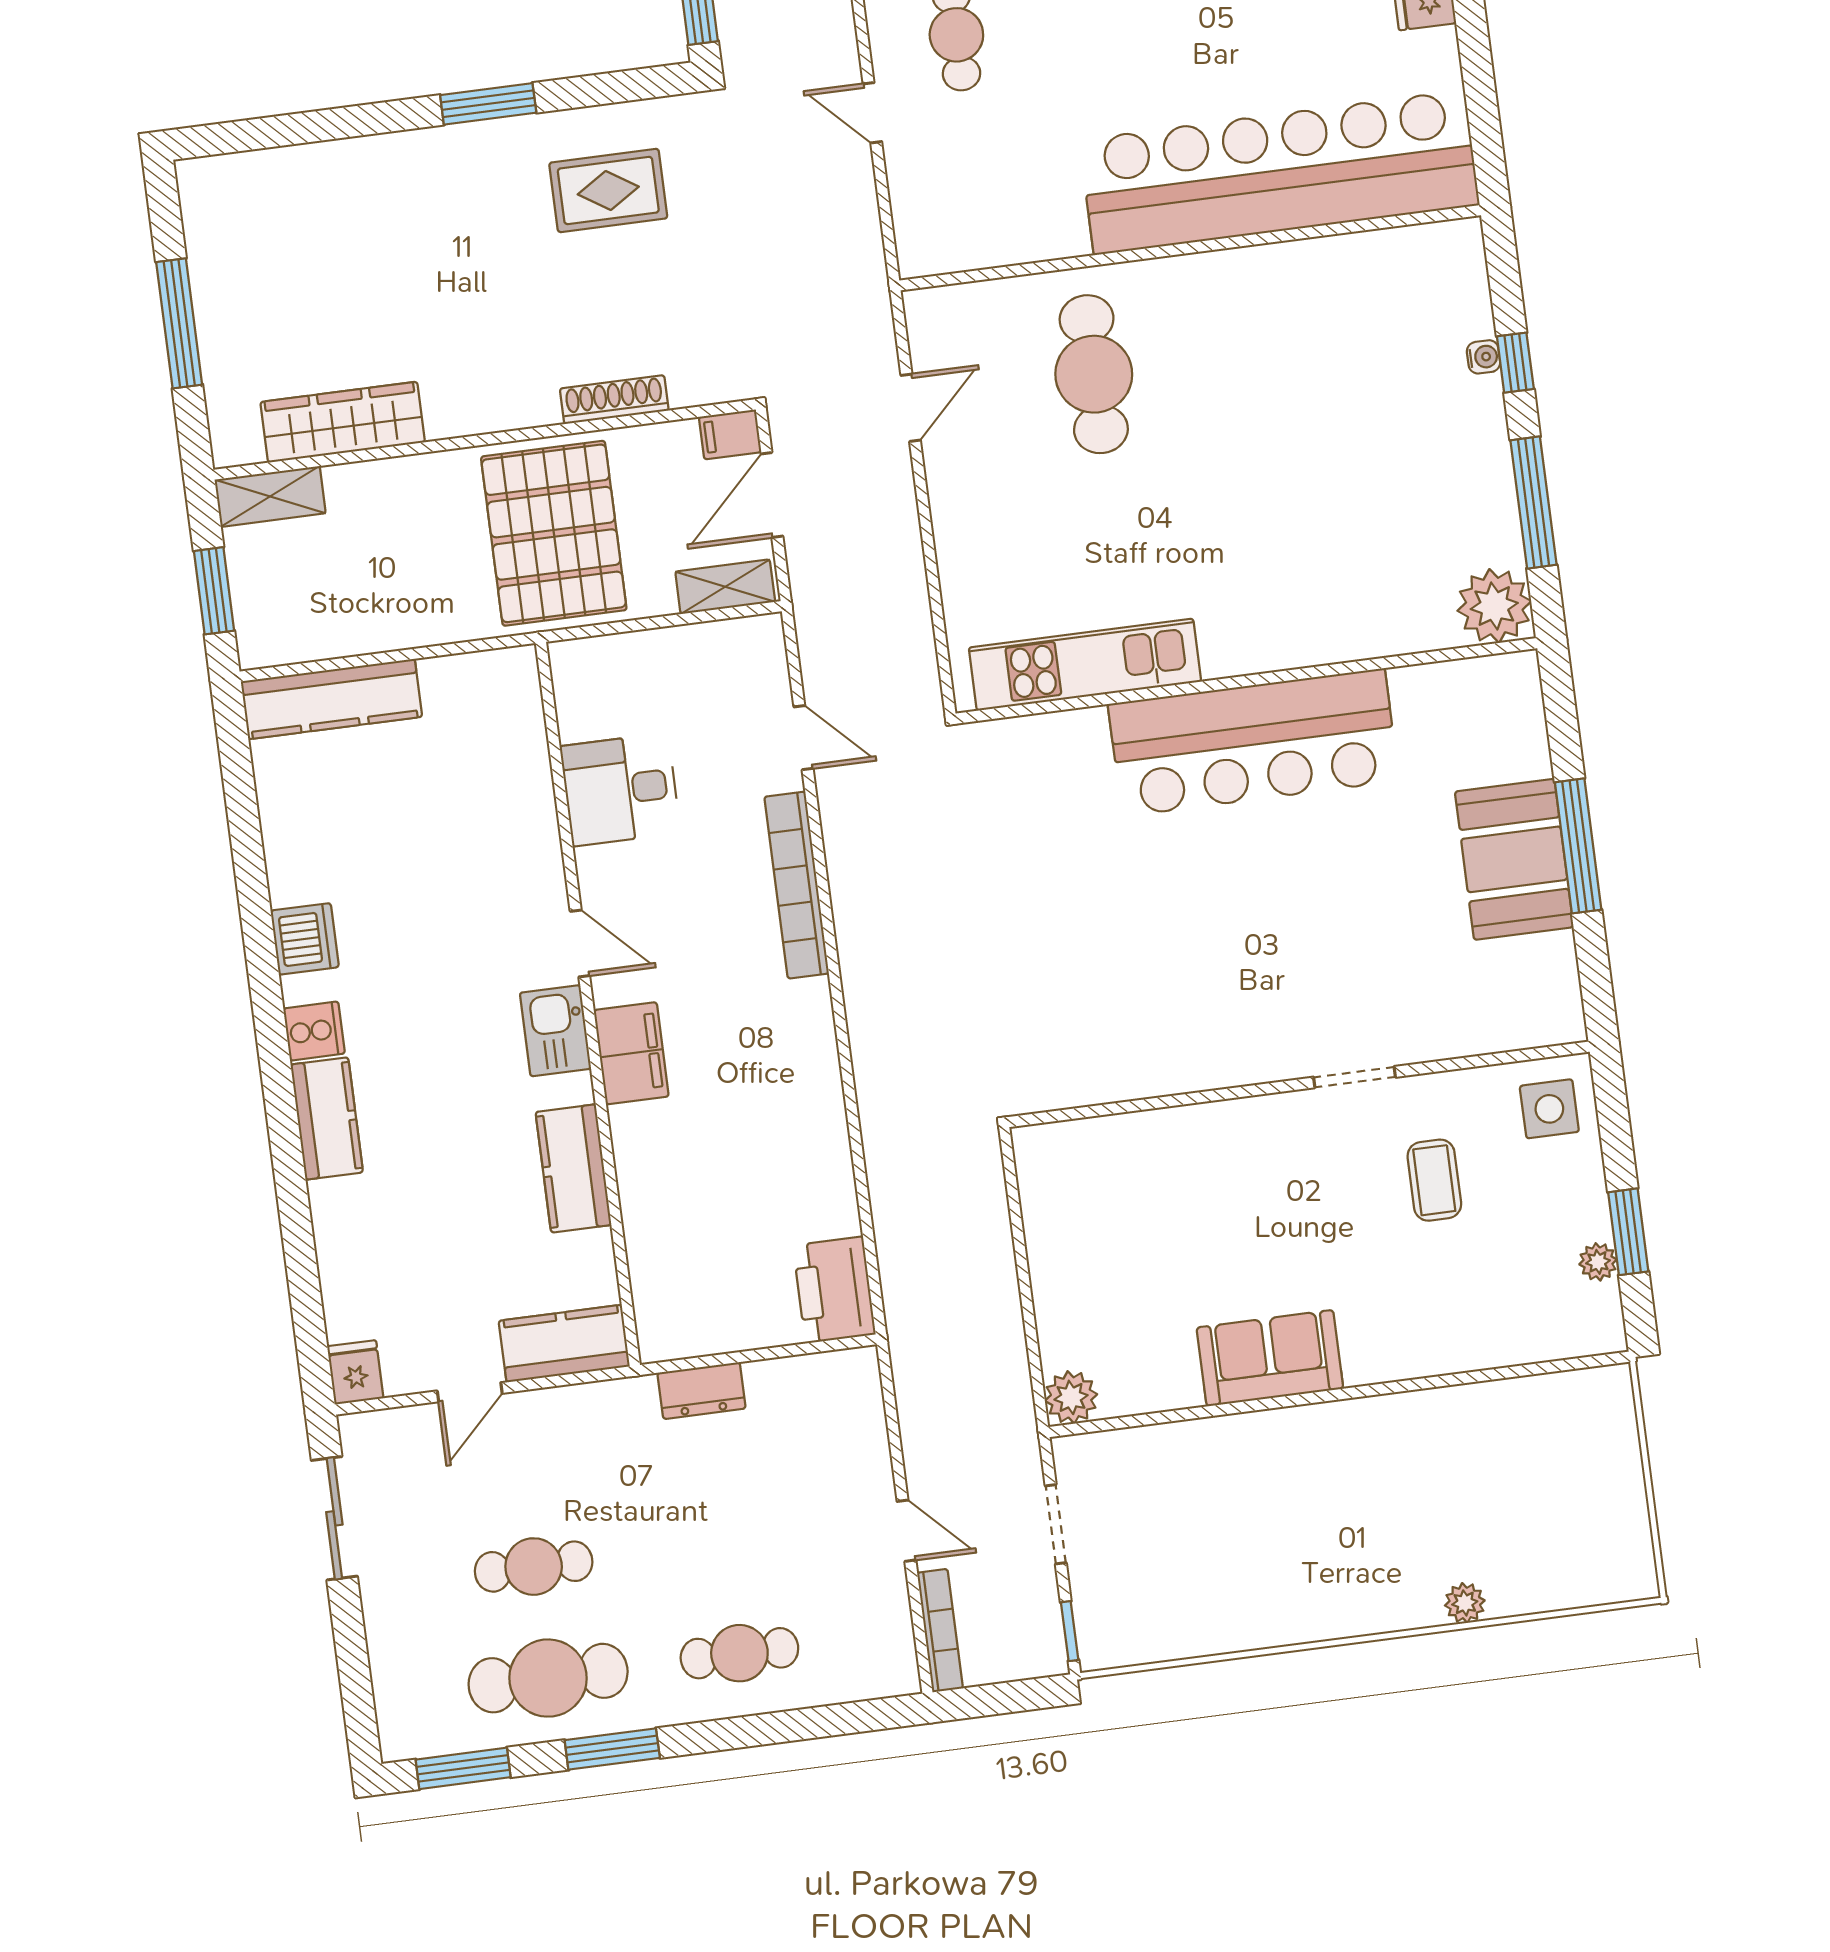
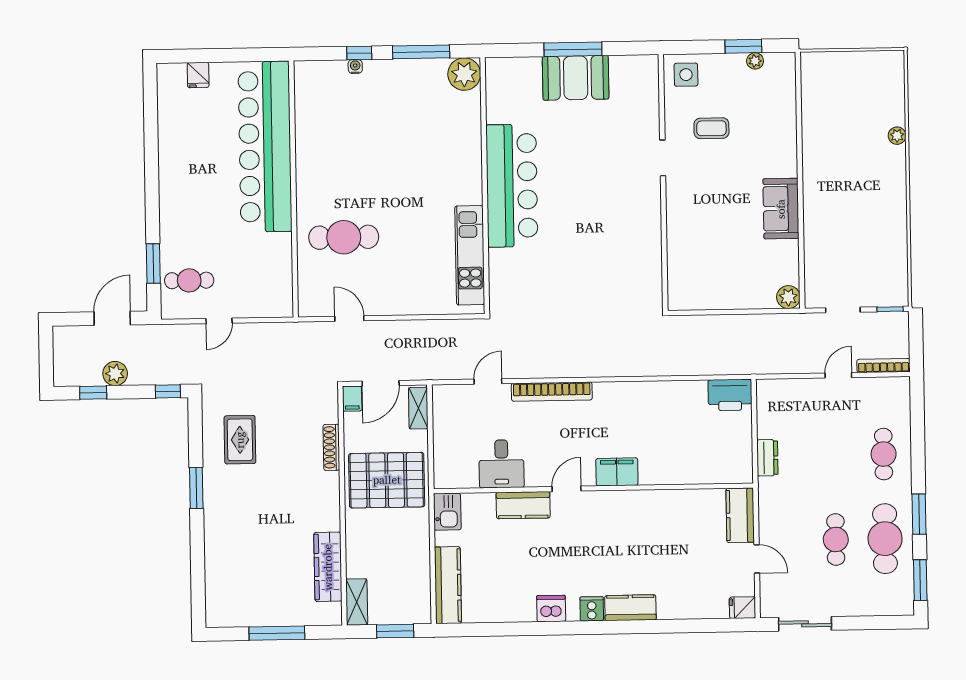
door: (772, 495) -> (381, 383), hinge flipped
kitchen sink: (555, 1031) -> (447, 512), moved, turned -90
kitchen counter: (573, 1168) -> (523, 505), moved

